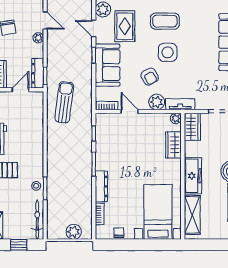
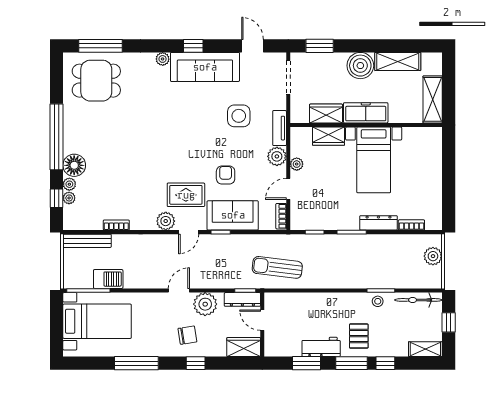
coffee table: (165, 21) -> (180, 146), removed
plant: (38, 38) -> (205, 304), width x1.88, depth x1.88
side table: (168, 52) -> (239, 116), moved
armchair: (150, 77) -> (226, 175), moved, turned -61
plant: (176, 118) -> (297, 164), moved
wardrobe: (192, 127) -> (326, 114), moved
bed with nightstands: (158, 212) -> (374, 160), moved, turned -90
shelving: (192, 215) -> (433, 99), moved, turned 90
chair: (119, 233) -> (434, 202), removed

